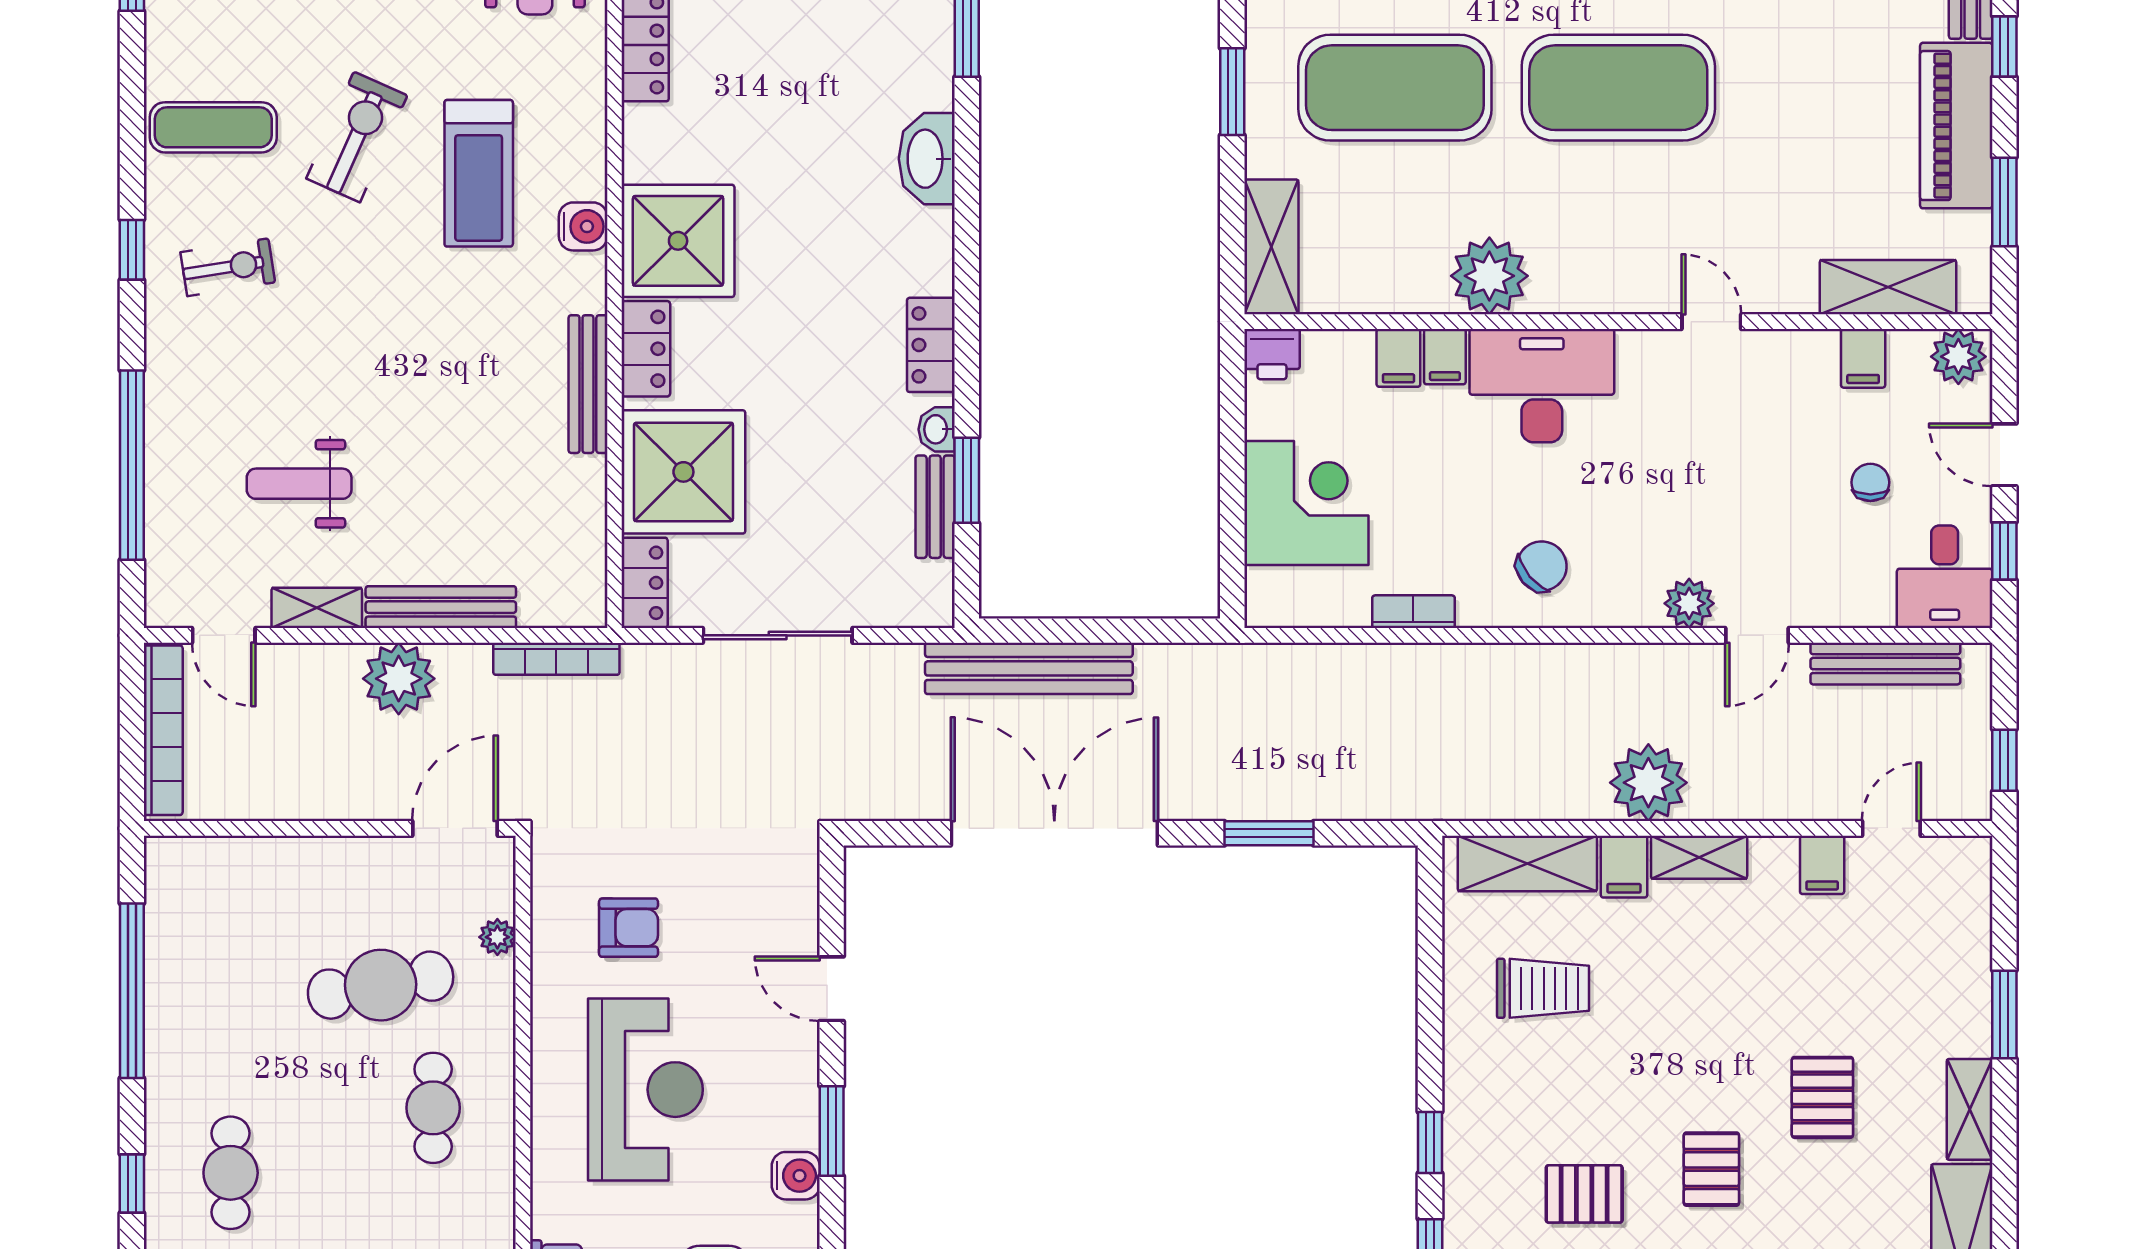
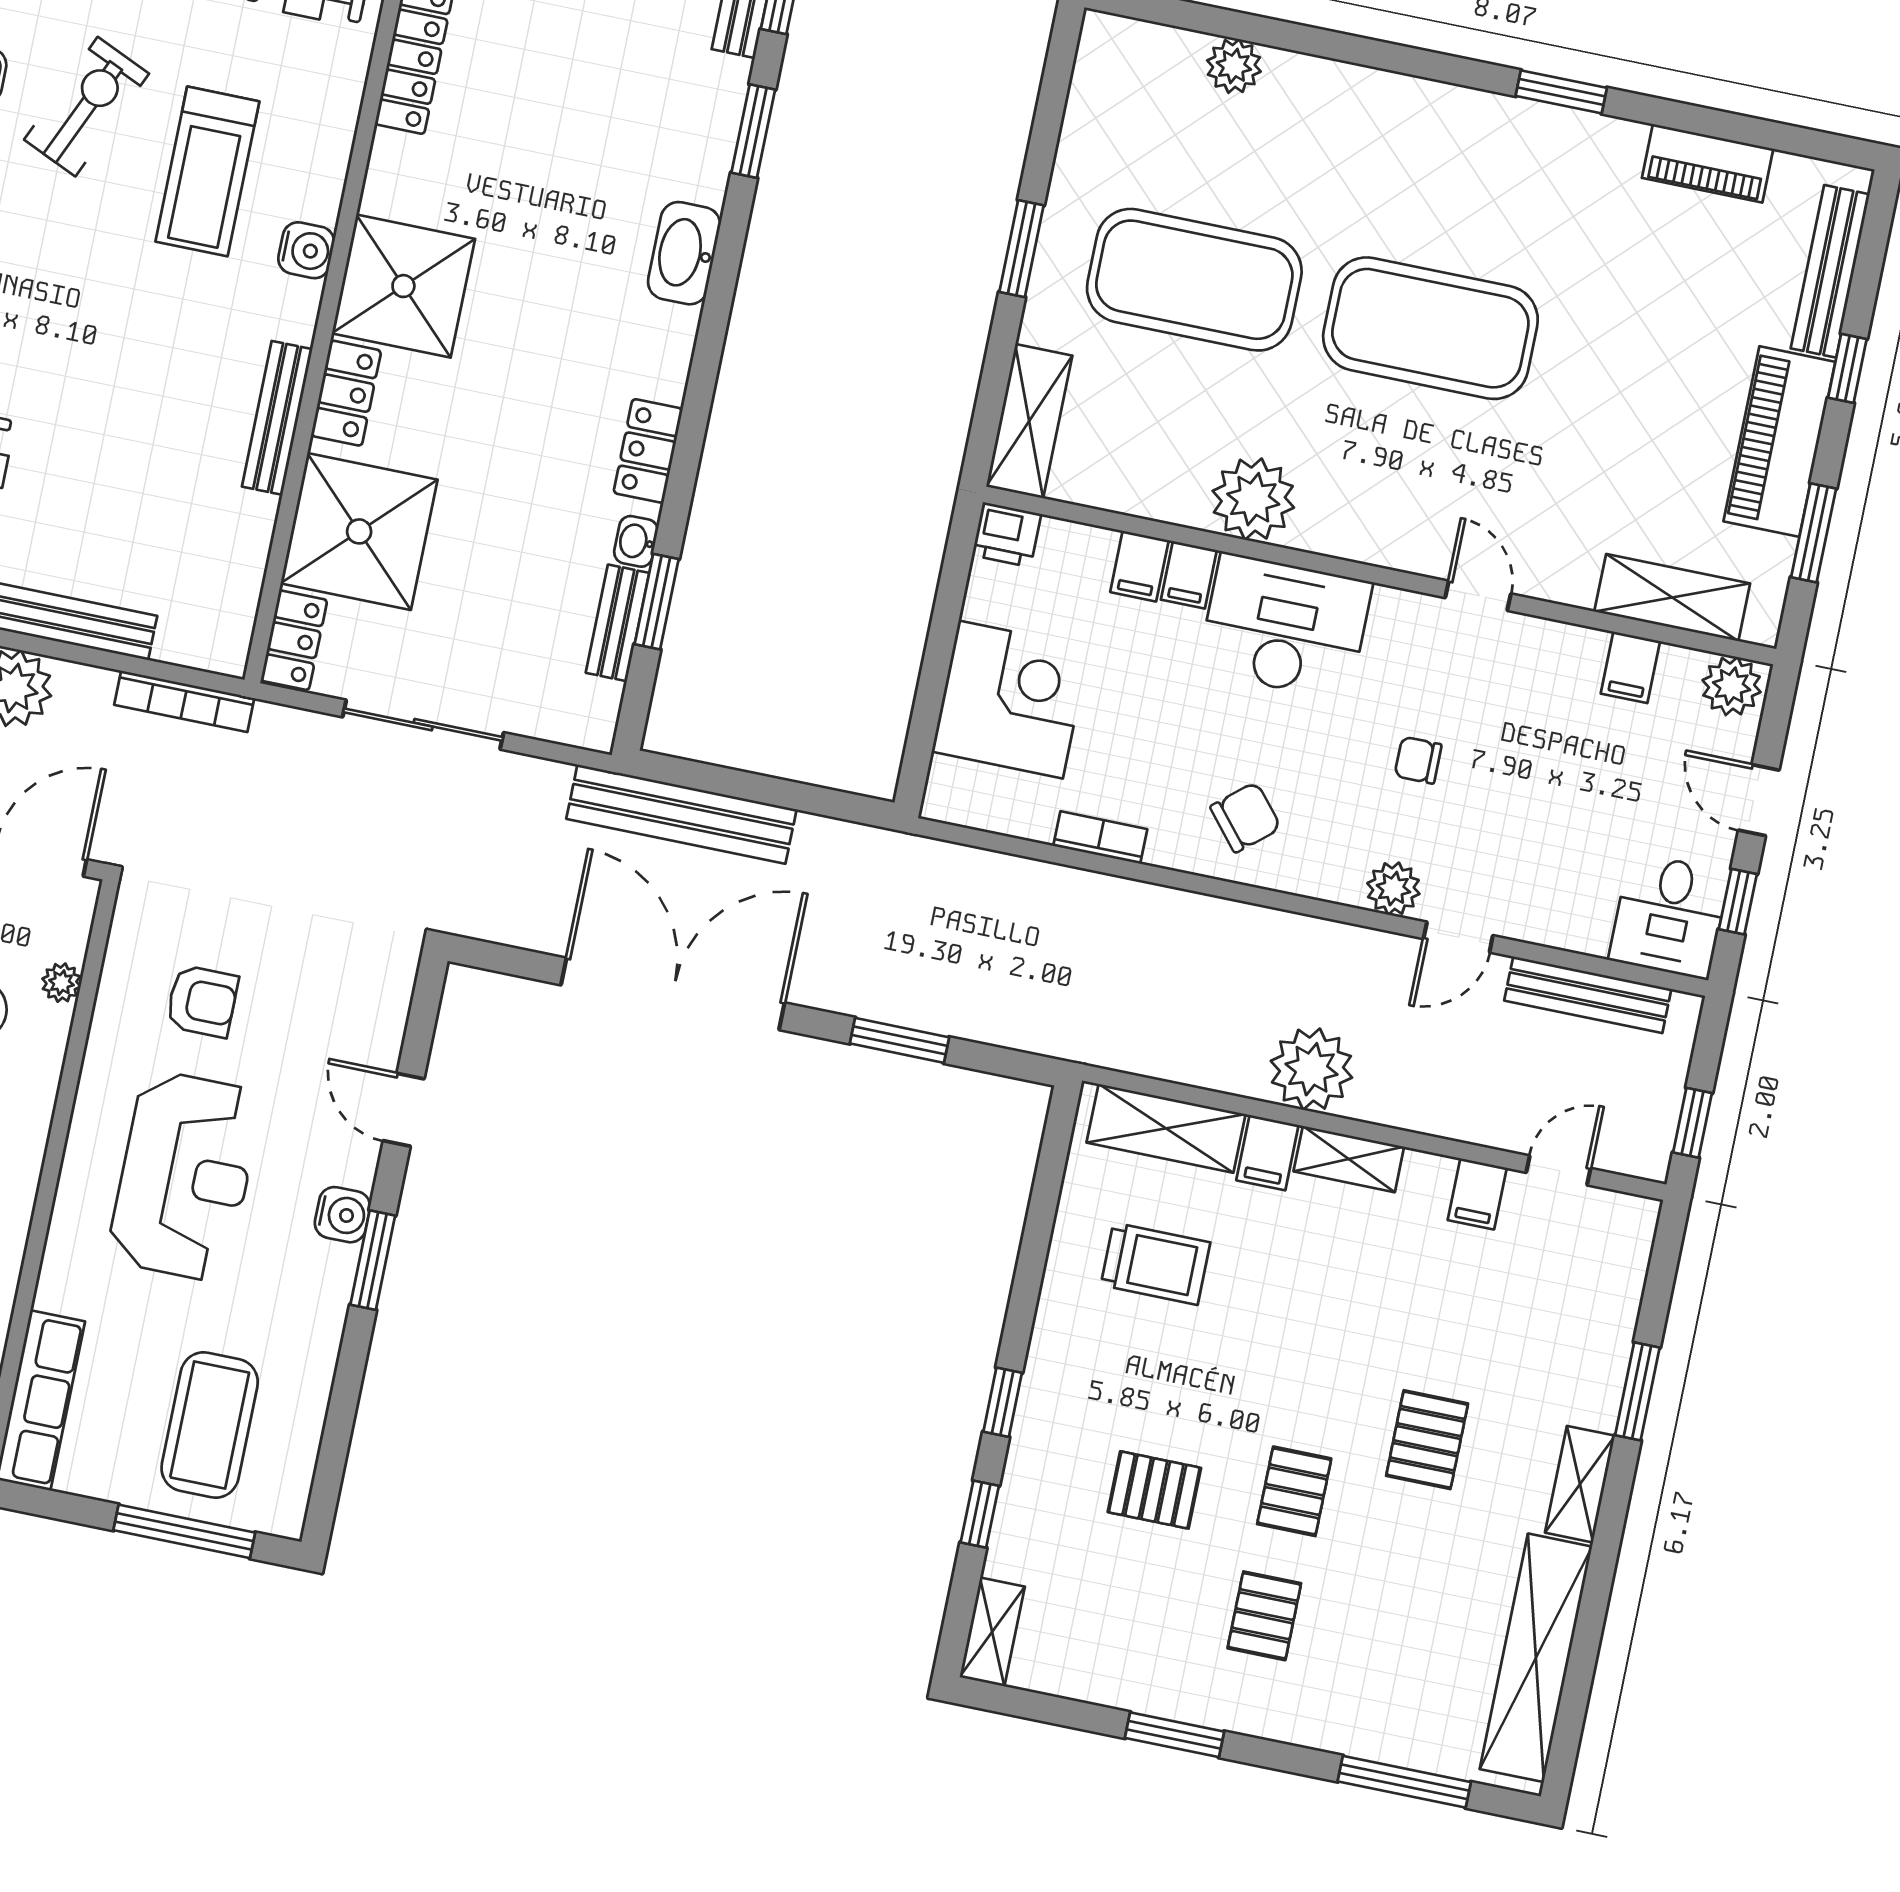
chair: (1870, 482) -> (1418, 760), moved, turned -90
water cooler: (796, 1176) -> (342, 1215), moved

